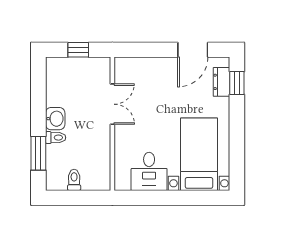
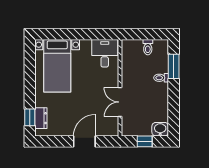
door: (193, 50) -> (84, 141), moved
washbasin: (55, 119) -> (160, 129), moved, turned 90
desk: (149, 171) -> (105, 53), moved

